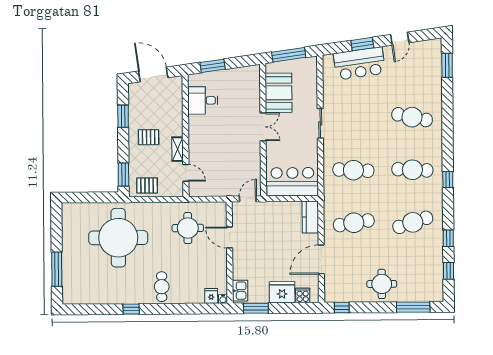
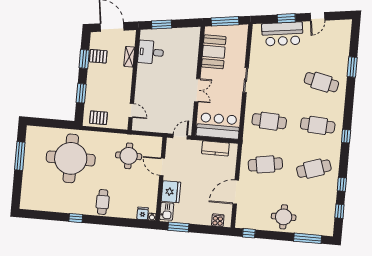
window: (447, 65) -> (352, 67), moved
double door: (263, 127) -> (197, 90), moved
pallet: (149, 137) -> (98, 56), moved
shelving: (178, 149) -> (129, 57), moved
window: (123, 175) -> (81, 93), moved
kitchen counter: (310, 217) -> (215, 148), moved, turned -90
window: (57, 269) -> (20, 156), moved
fridge: (282, 292) -> (171, 192), moved, turned 90

